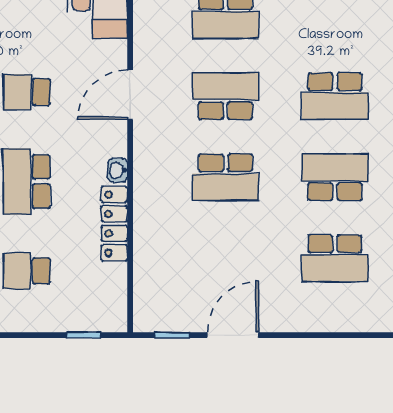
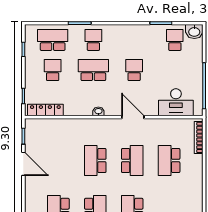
locker: (114, 224) -> (45, 110), moved

